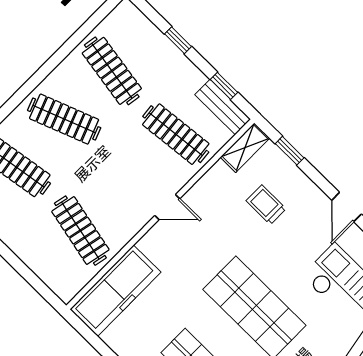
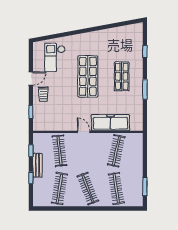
bench: (223, 107) -> (38, 165), moved
shelving: (245, 148) -> (43, 126), removed
trolley: (266, 205) -> (43, 94), moved
freezer: (115, 291) -> (110, 123), moved

